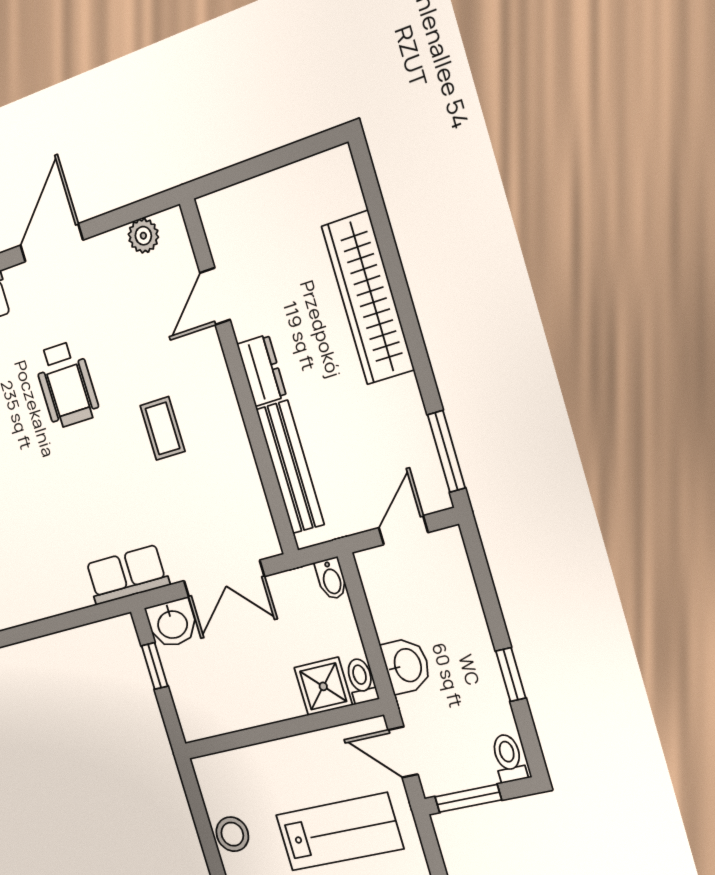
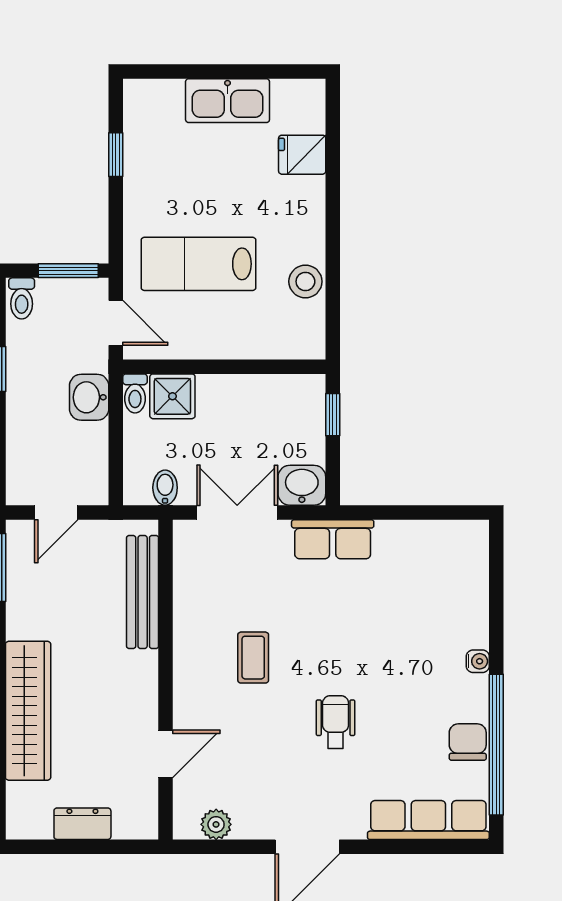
dresser: (262, 370) -> (82, 824), moved, turned 90
wheelchair: (66, 384) -> (336, 722), width x0.73, depth x0.73
bidet: (331, 579) -> (165, 488), moved
window: (155, 666) -> (333, 415), moved

